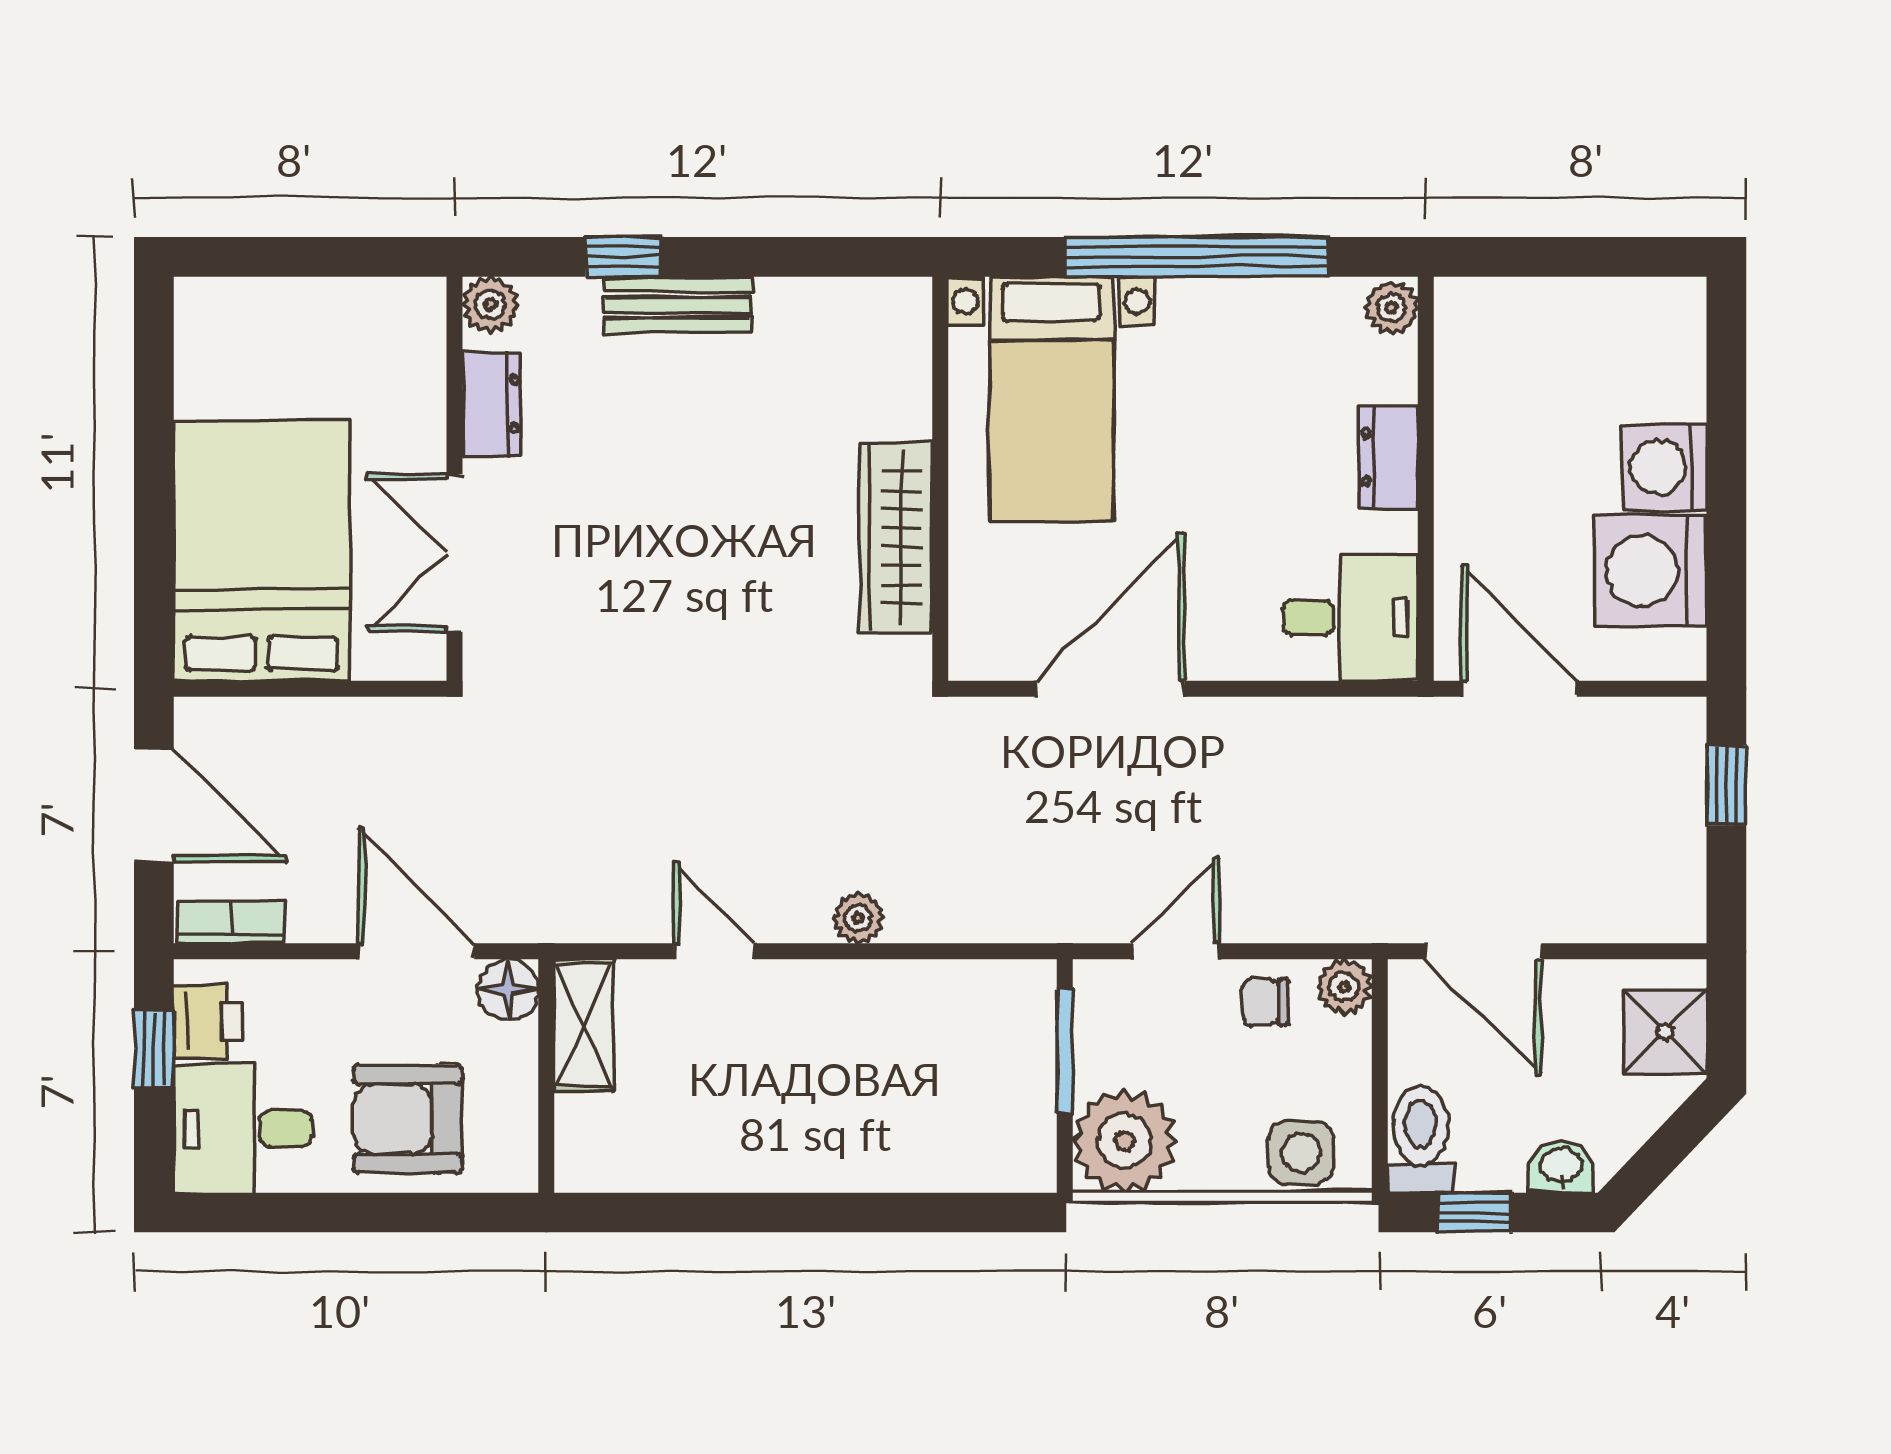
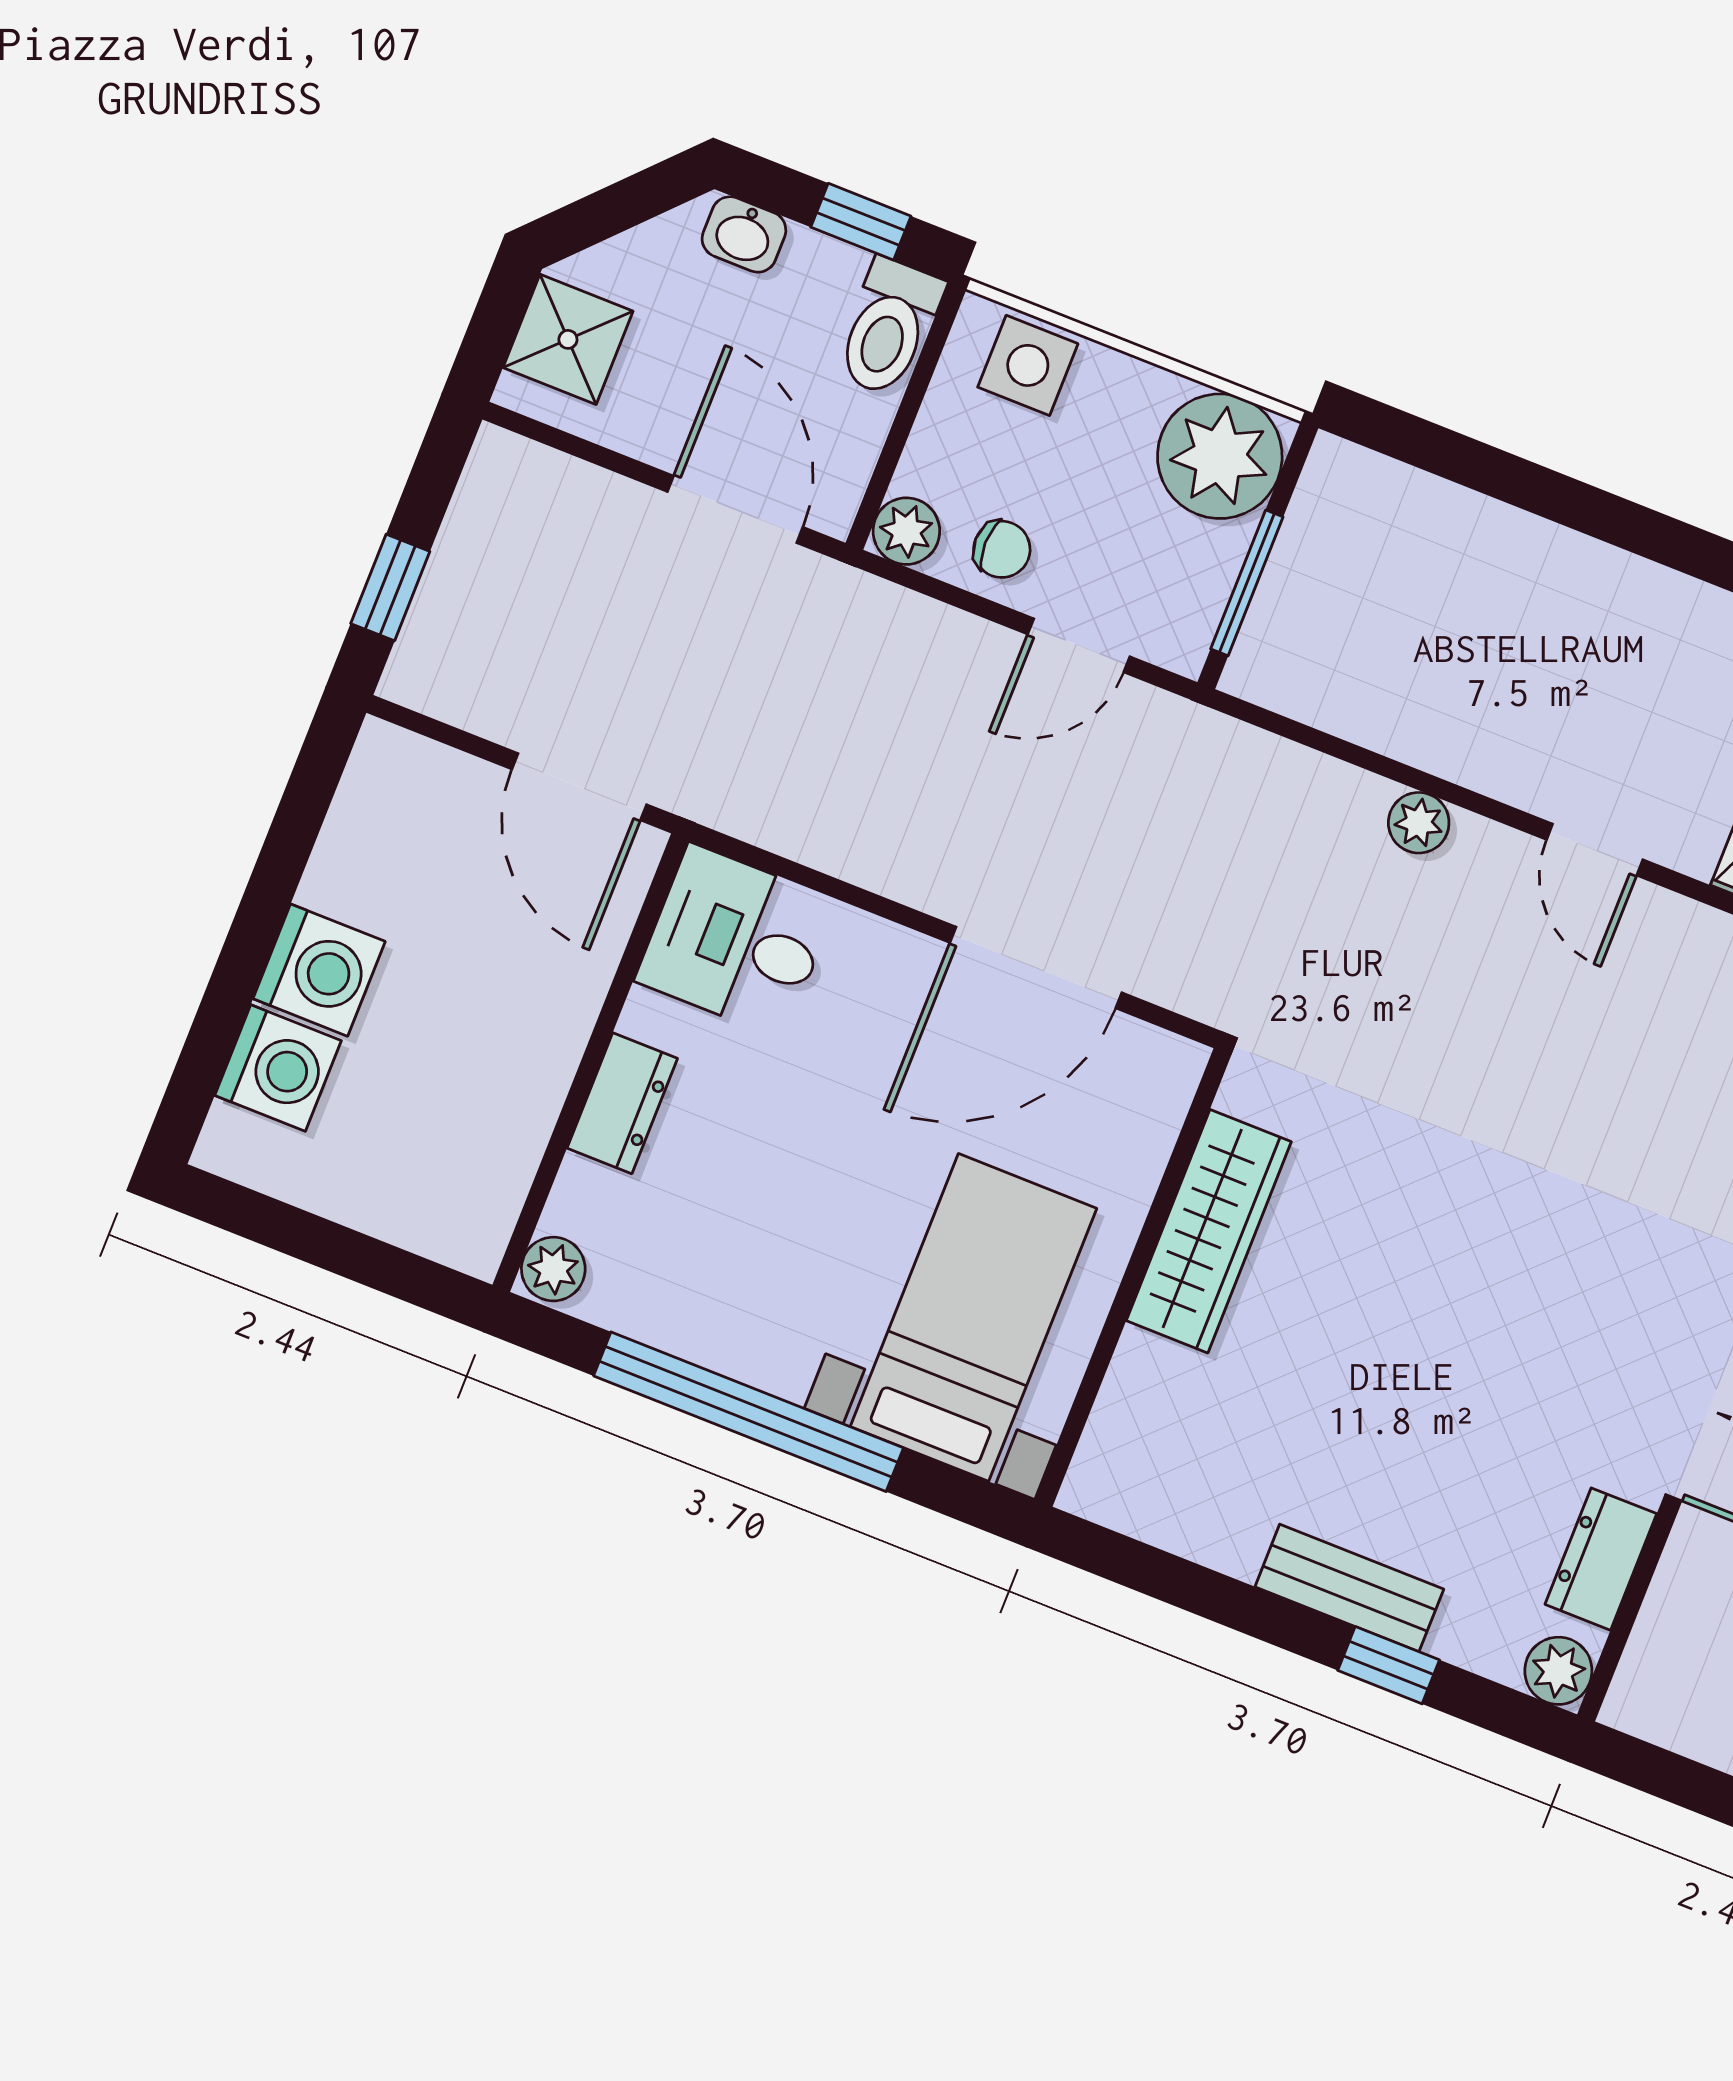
washing machine: (1651, 571) -> (278, 1068), moved, width x0.73, depth x0.73

